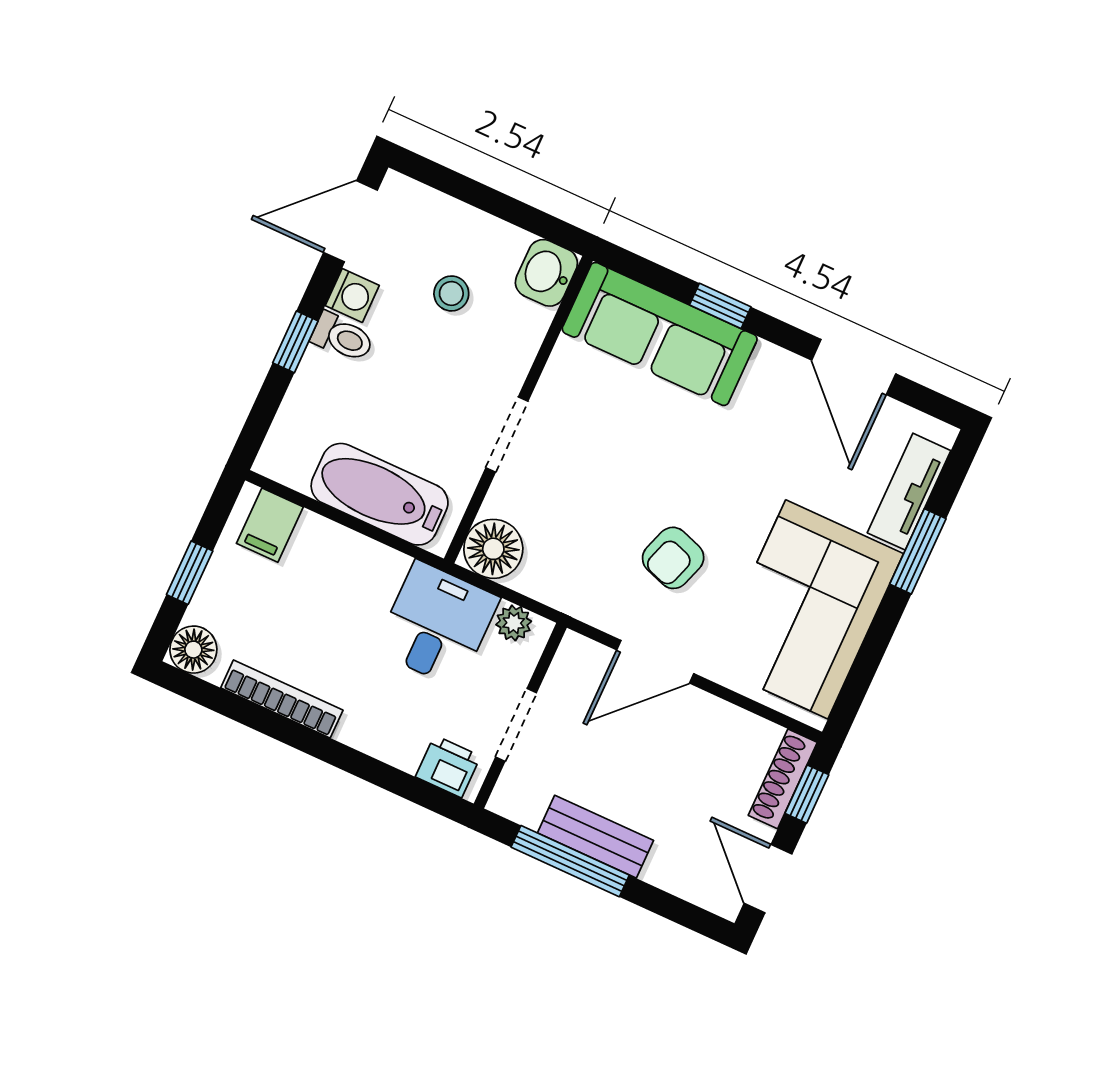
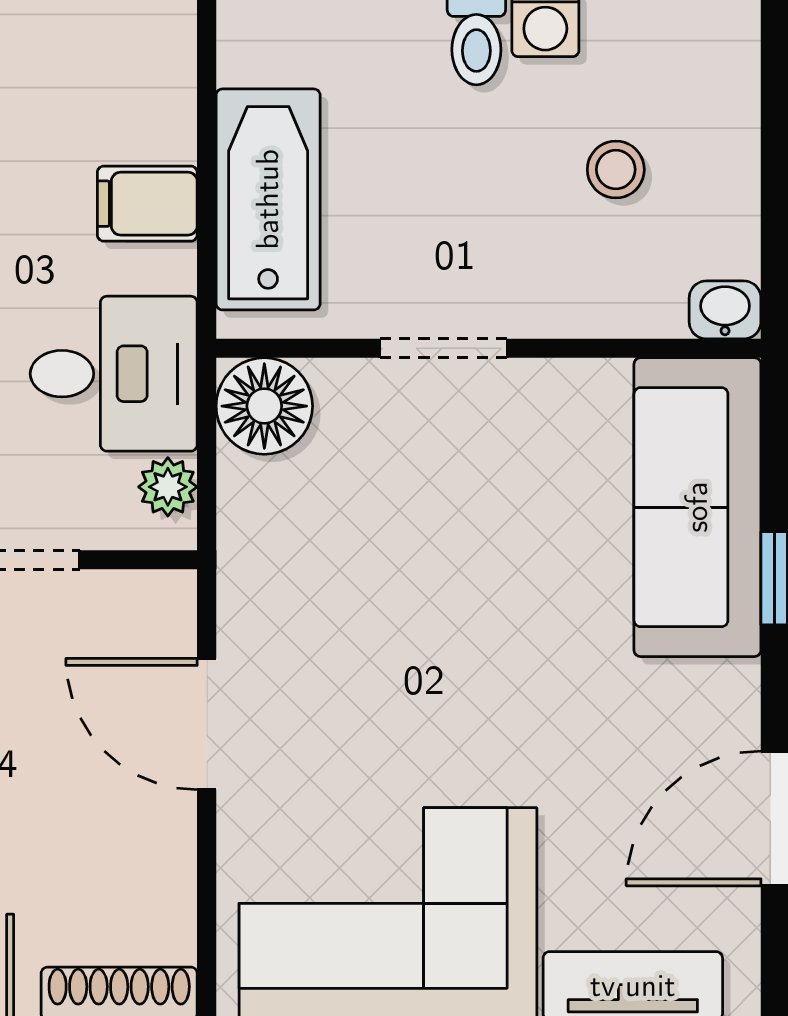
washbasin: (546, 273) -> (725, 310), width x0.72, depth x0.69
filing cabinet: (270, 525) -> (147, 204), moved
armchair: (673, 558) -> (373, 680), removed

